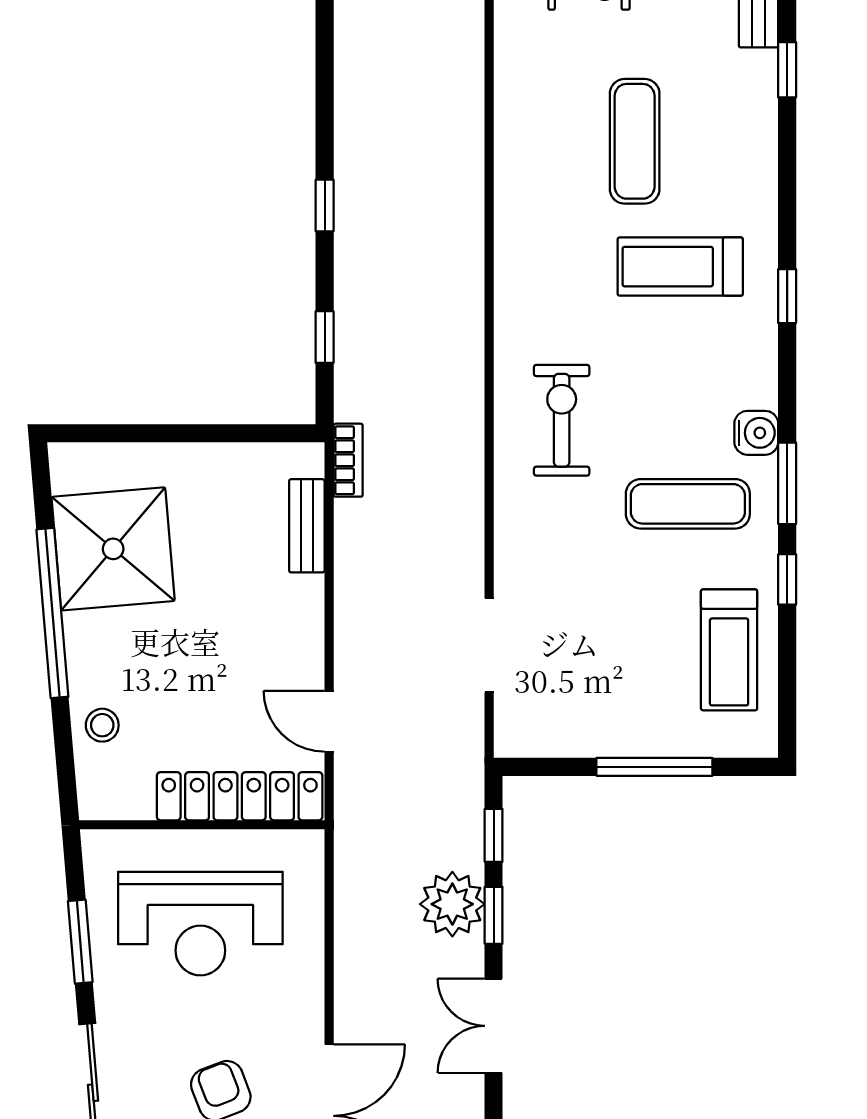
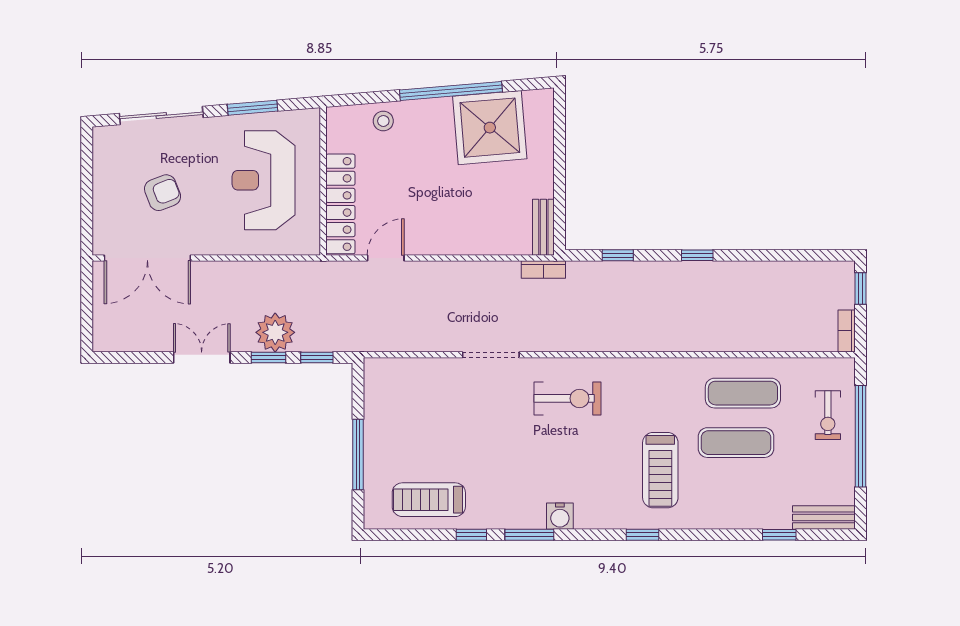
treadmill: (680, 267) -> (660, 470), turned 180
exercise mat: (688, 504) -> (743, 393), moved, turned 90
bench: (307, 526) -> (543, 227), moved, turned 90
doorway: (489, 645) -> (491, 355), moved

